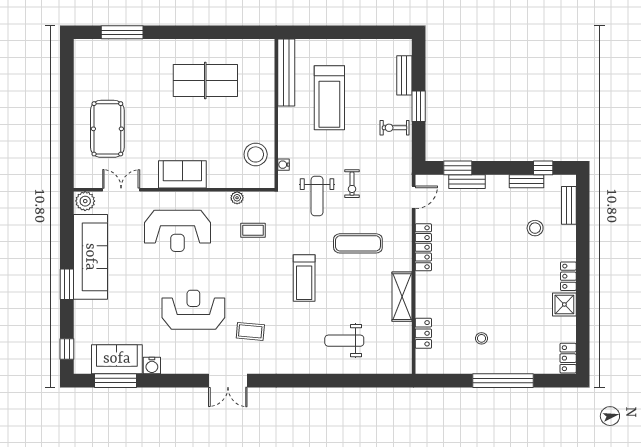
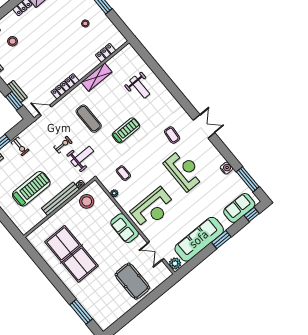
bench: (286, 73) -> (60, 199), moved
table tennis table: (205, 81) -> (71, 254), width x1.36, depth x1.32
pool table: (107, 129) -> (132, 281), turned 90
reception desk: (178, 231) -> (153, 208), turned 90
reception desk: (193, 310) -> (184, 170), turned 180
sofa: (117, 359) -> (239, 208), moved, turned 90

